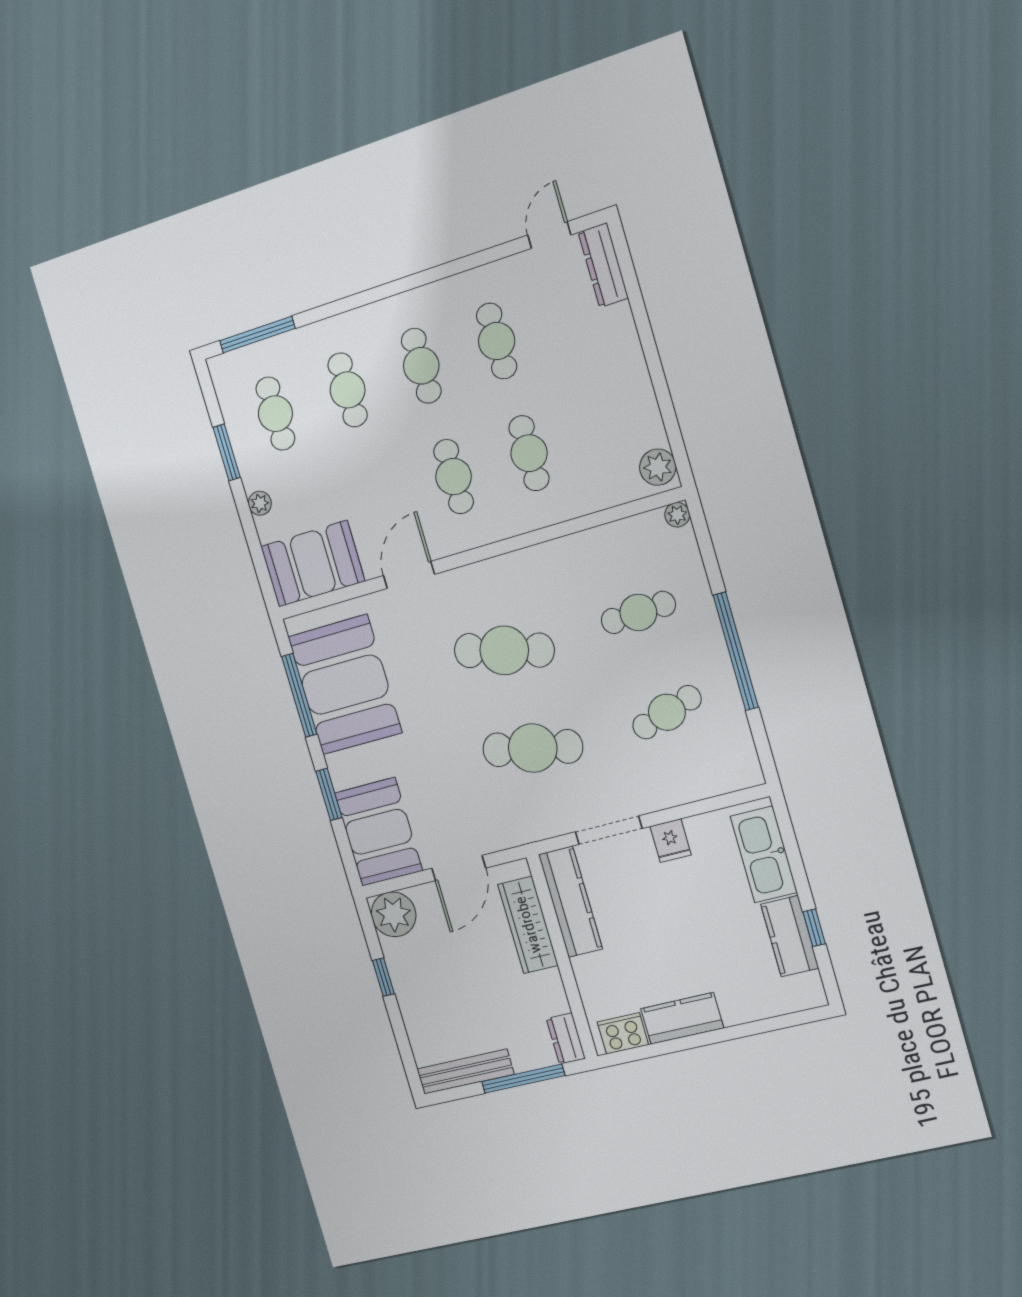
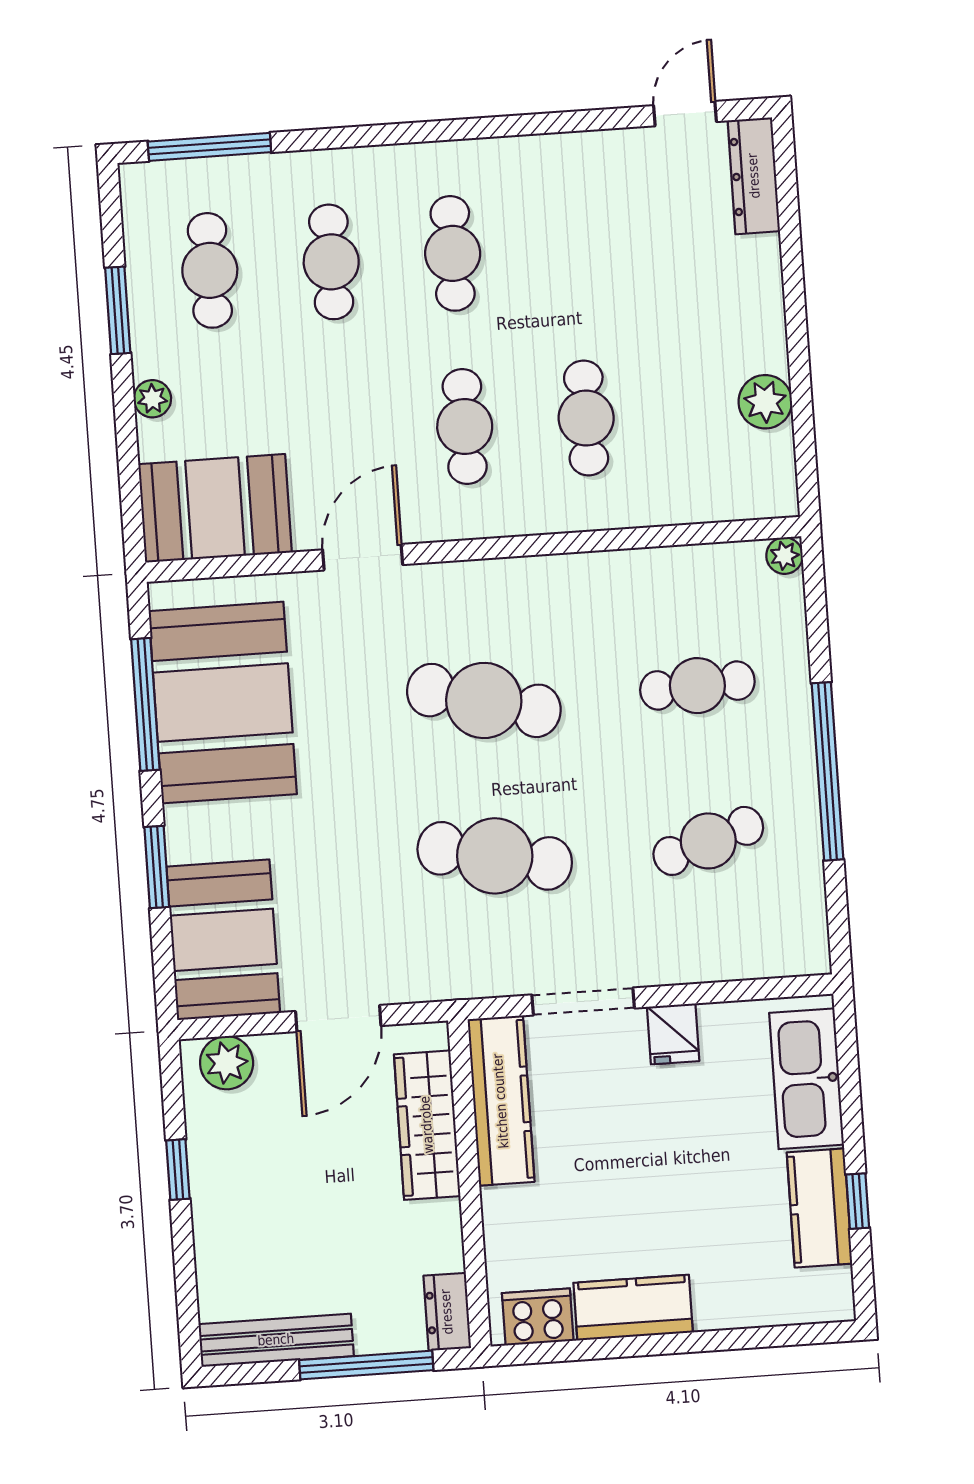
cafe table: (497, 341) -> (574, 245), removed
plant: (658, 467) -> (765, 402), moved
plant: (394, 914) -> (227, 1063), width x0.73, depth x0.73

